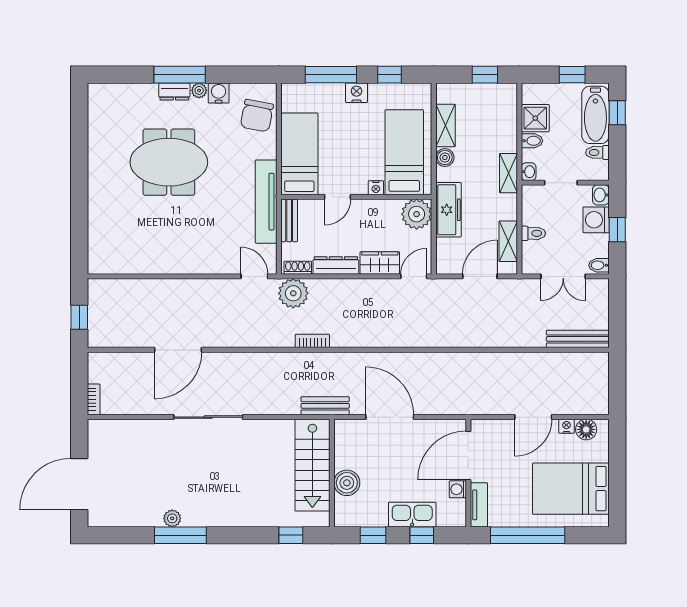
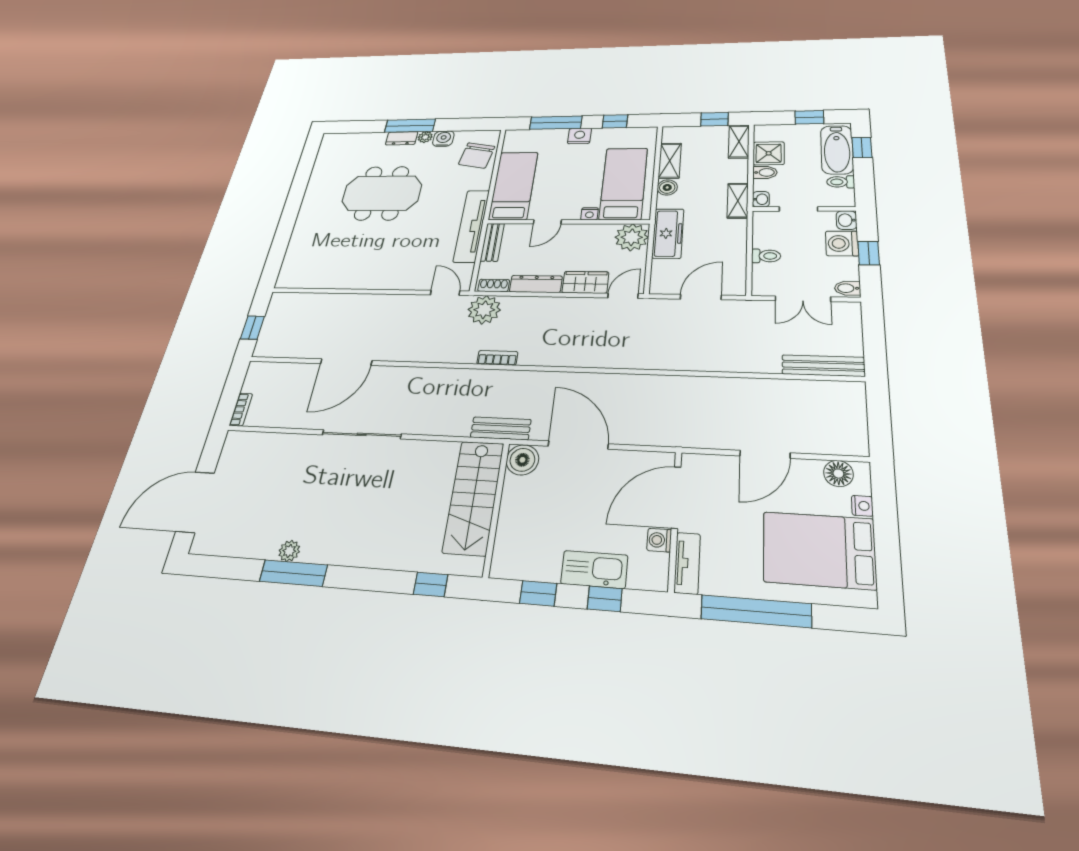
shelving: (508, 241) -> (739, 141), moved
nightstand: (566, 426) -> (862, 506), moved, turned 90
boiler: (347, 483) -> (522, 460), moved

